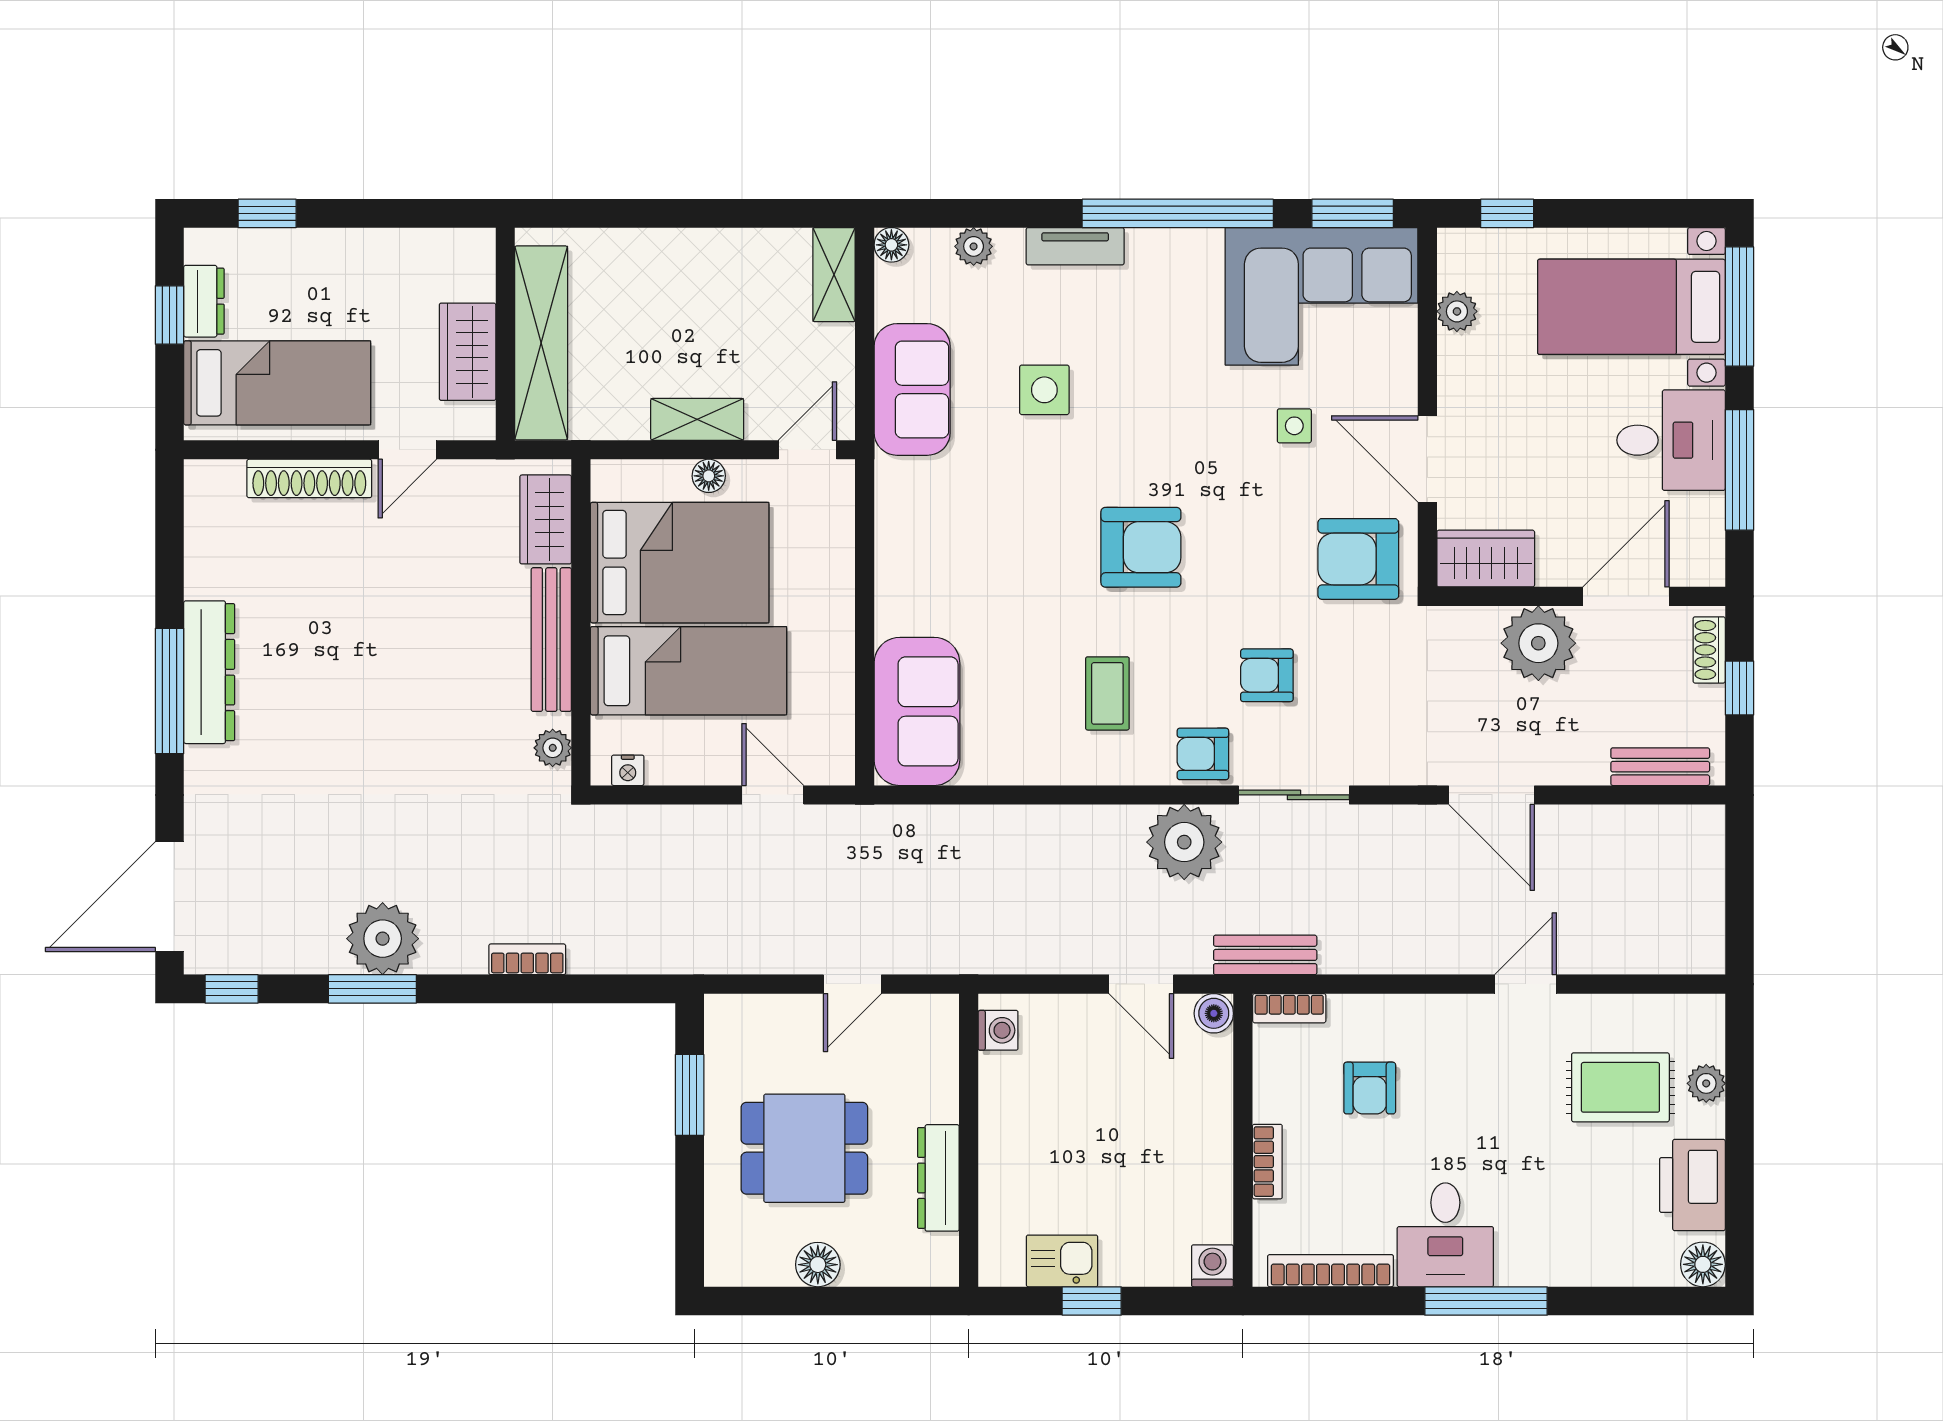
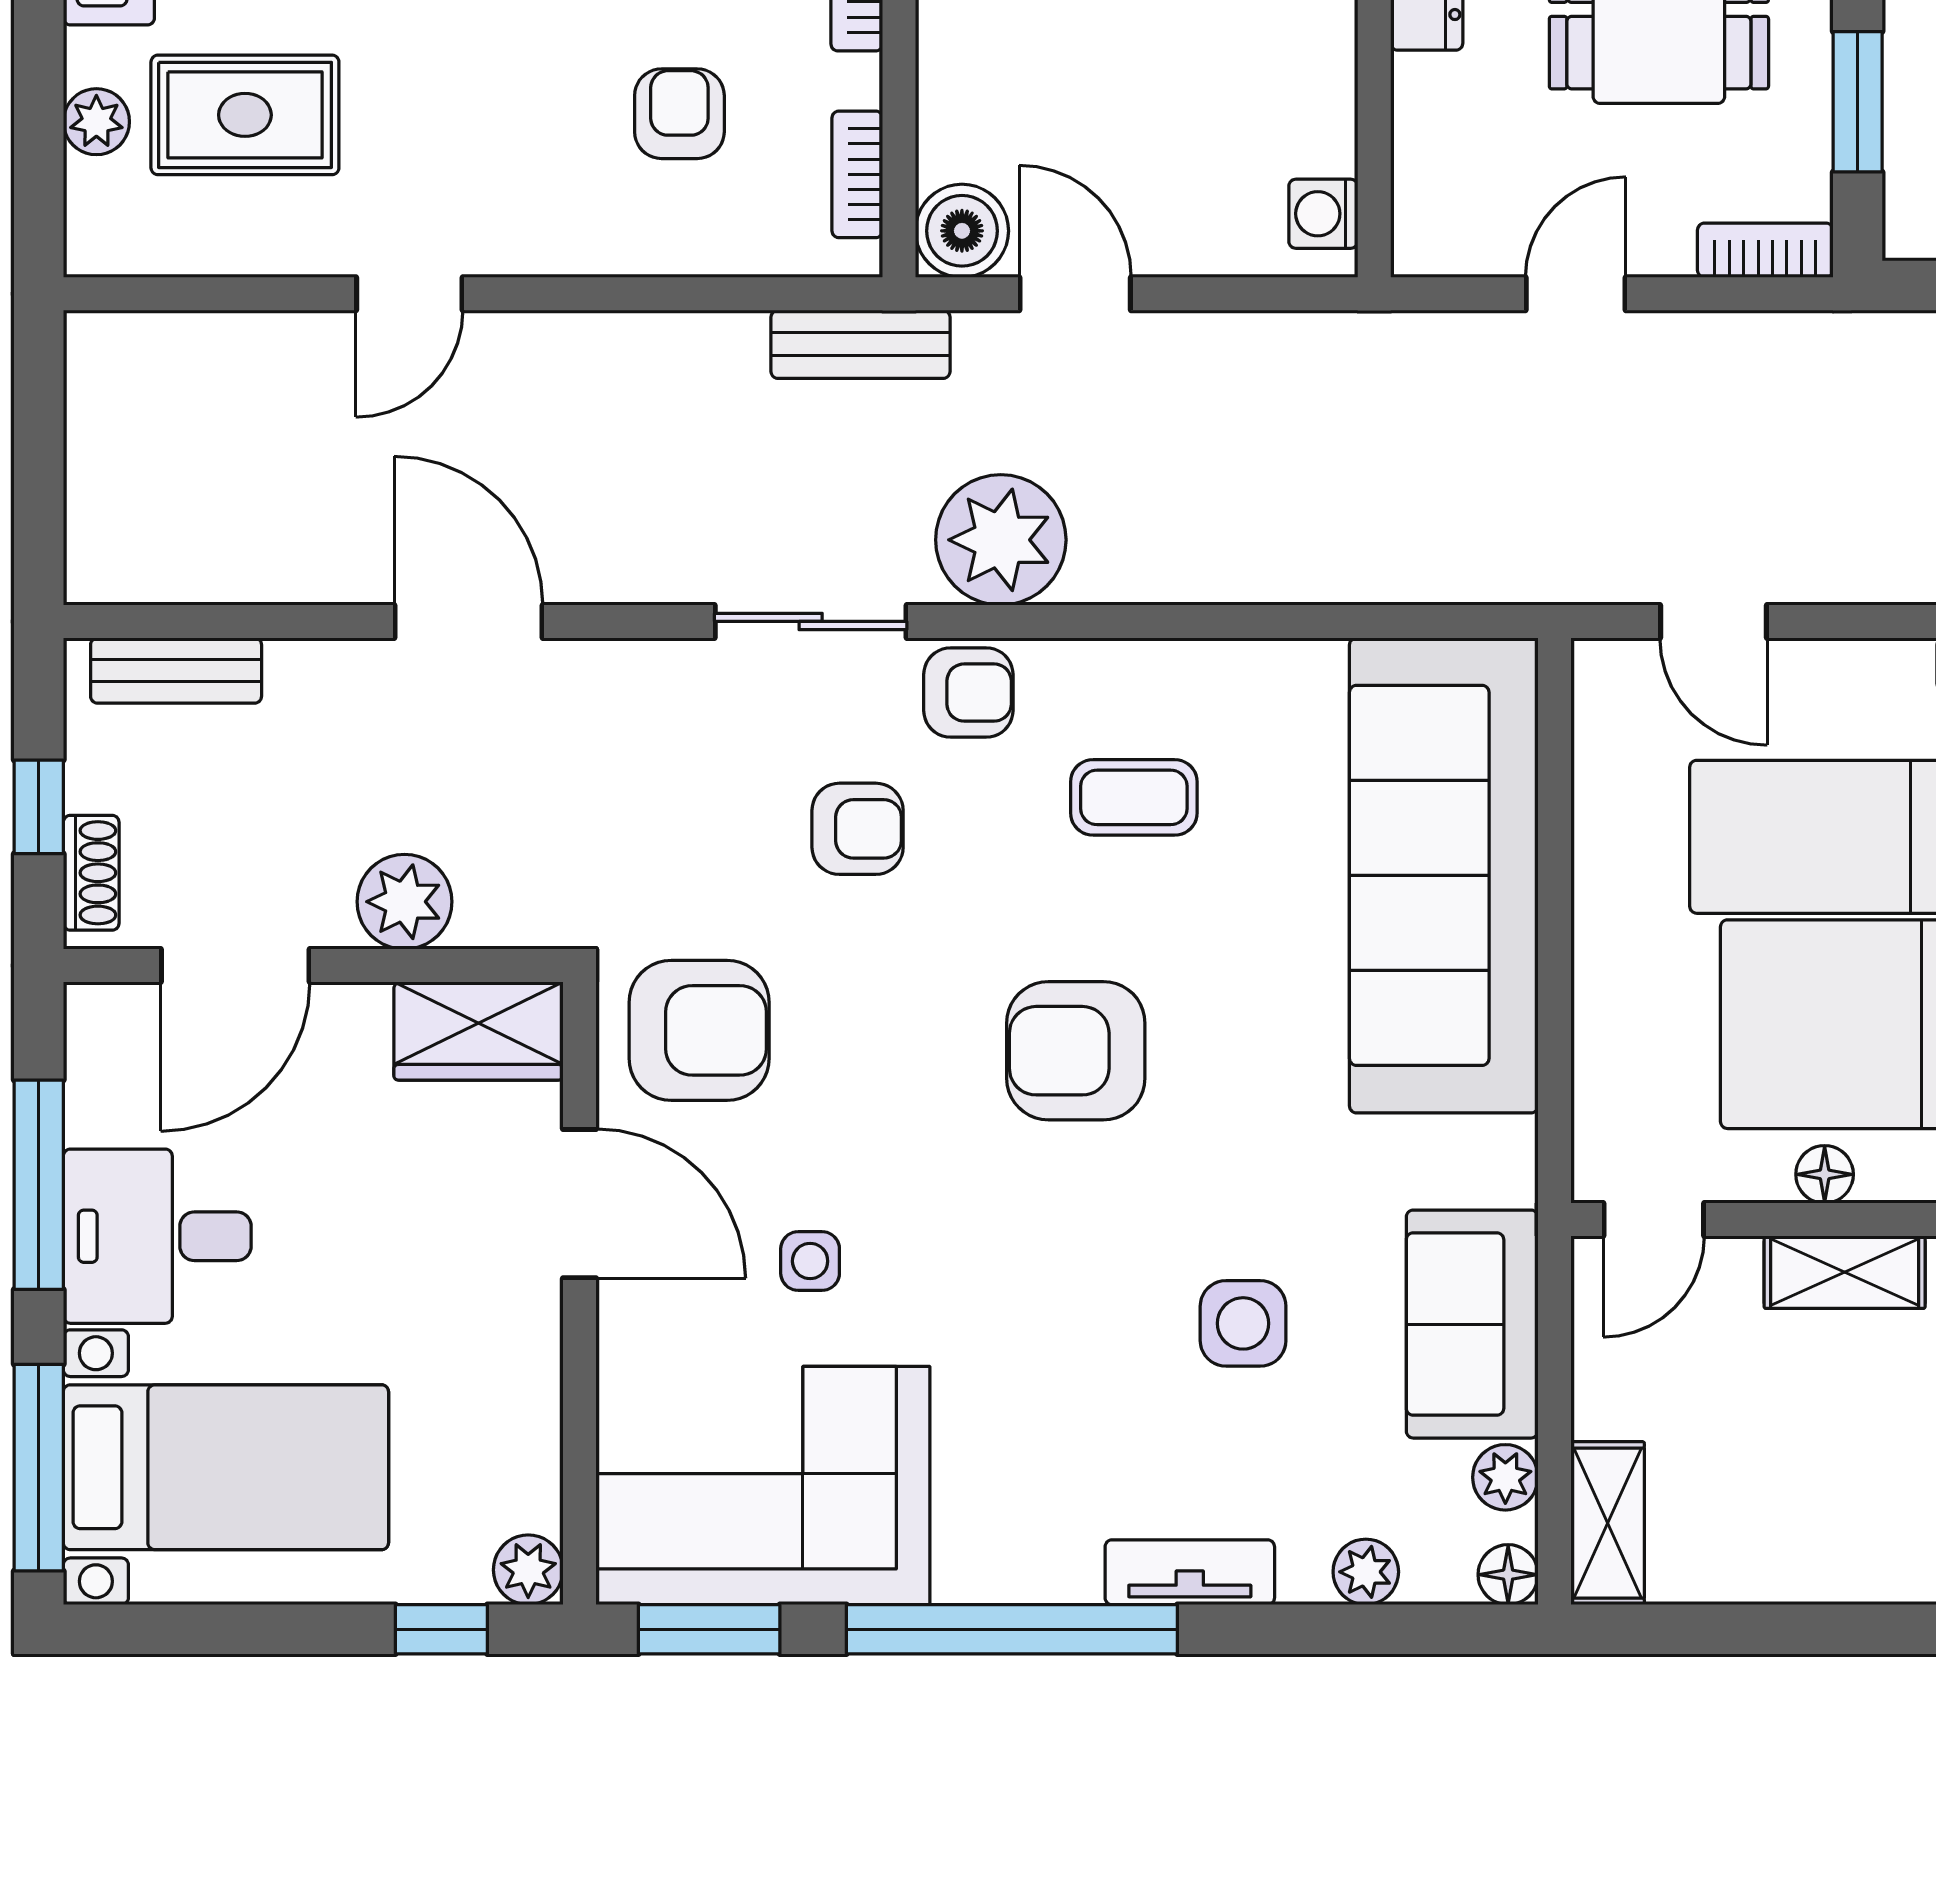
plant: (893, 301) -> (1505, 1477), added
plant: (1457, 311) -> (528, 1570), moved
plant: (1538, 643) -> (404, 902), width x0.73, depth x0.73
coffee table: (1107, 693) -> (1134, 797), turned 90
sofa: (917, 711) -> (1444, 875), width x1.85, depth x1.27
bookcase: (1289, 1008) -> (857, 174), moved, turned -90
bookcase: (743, 1009) -> (1765, 250), added
boiler: (1214, 1013) -> (962, 231), width x1.36, depth x1.36

